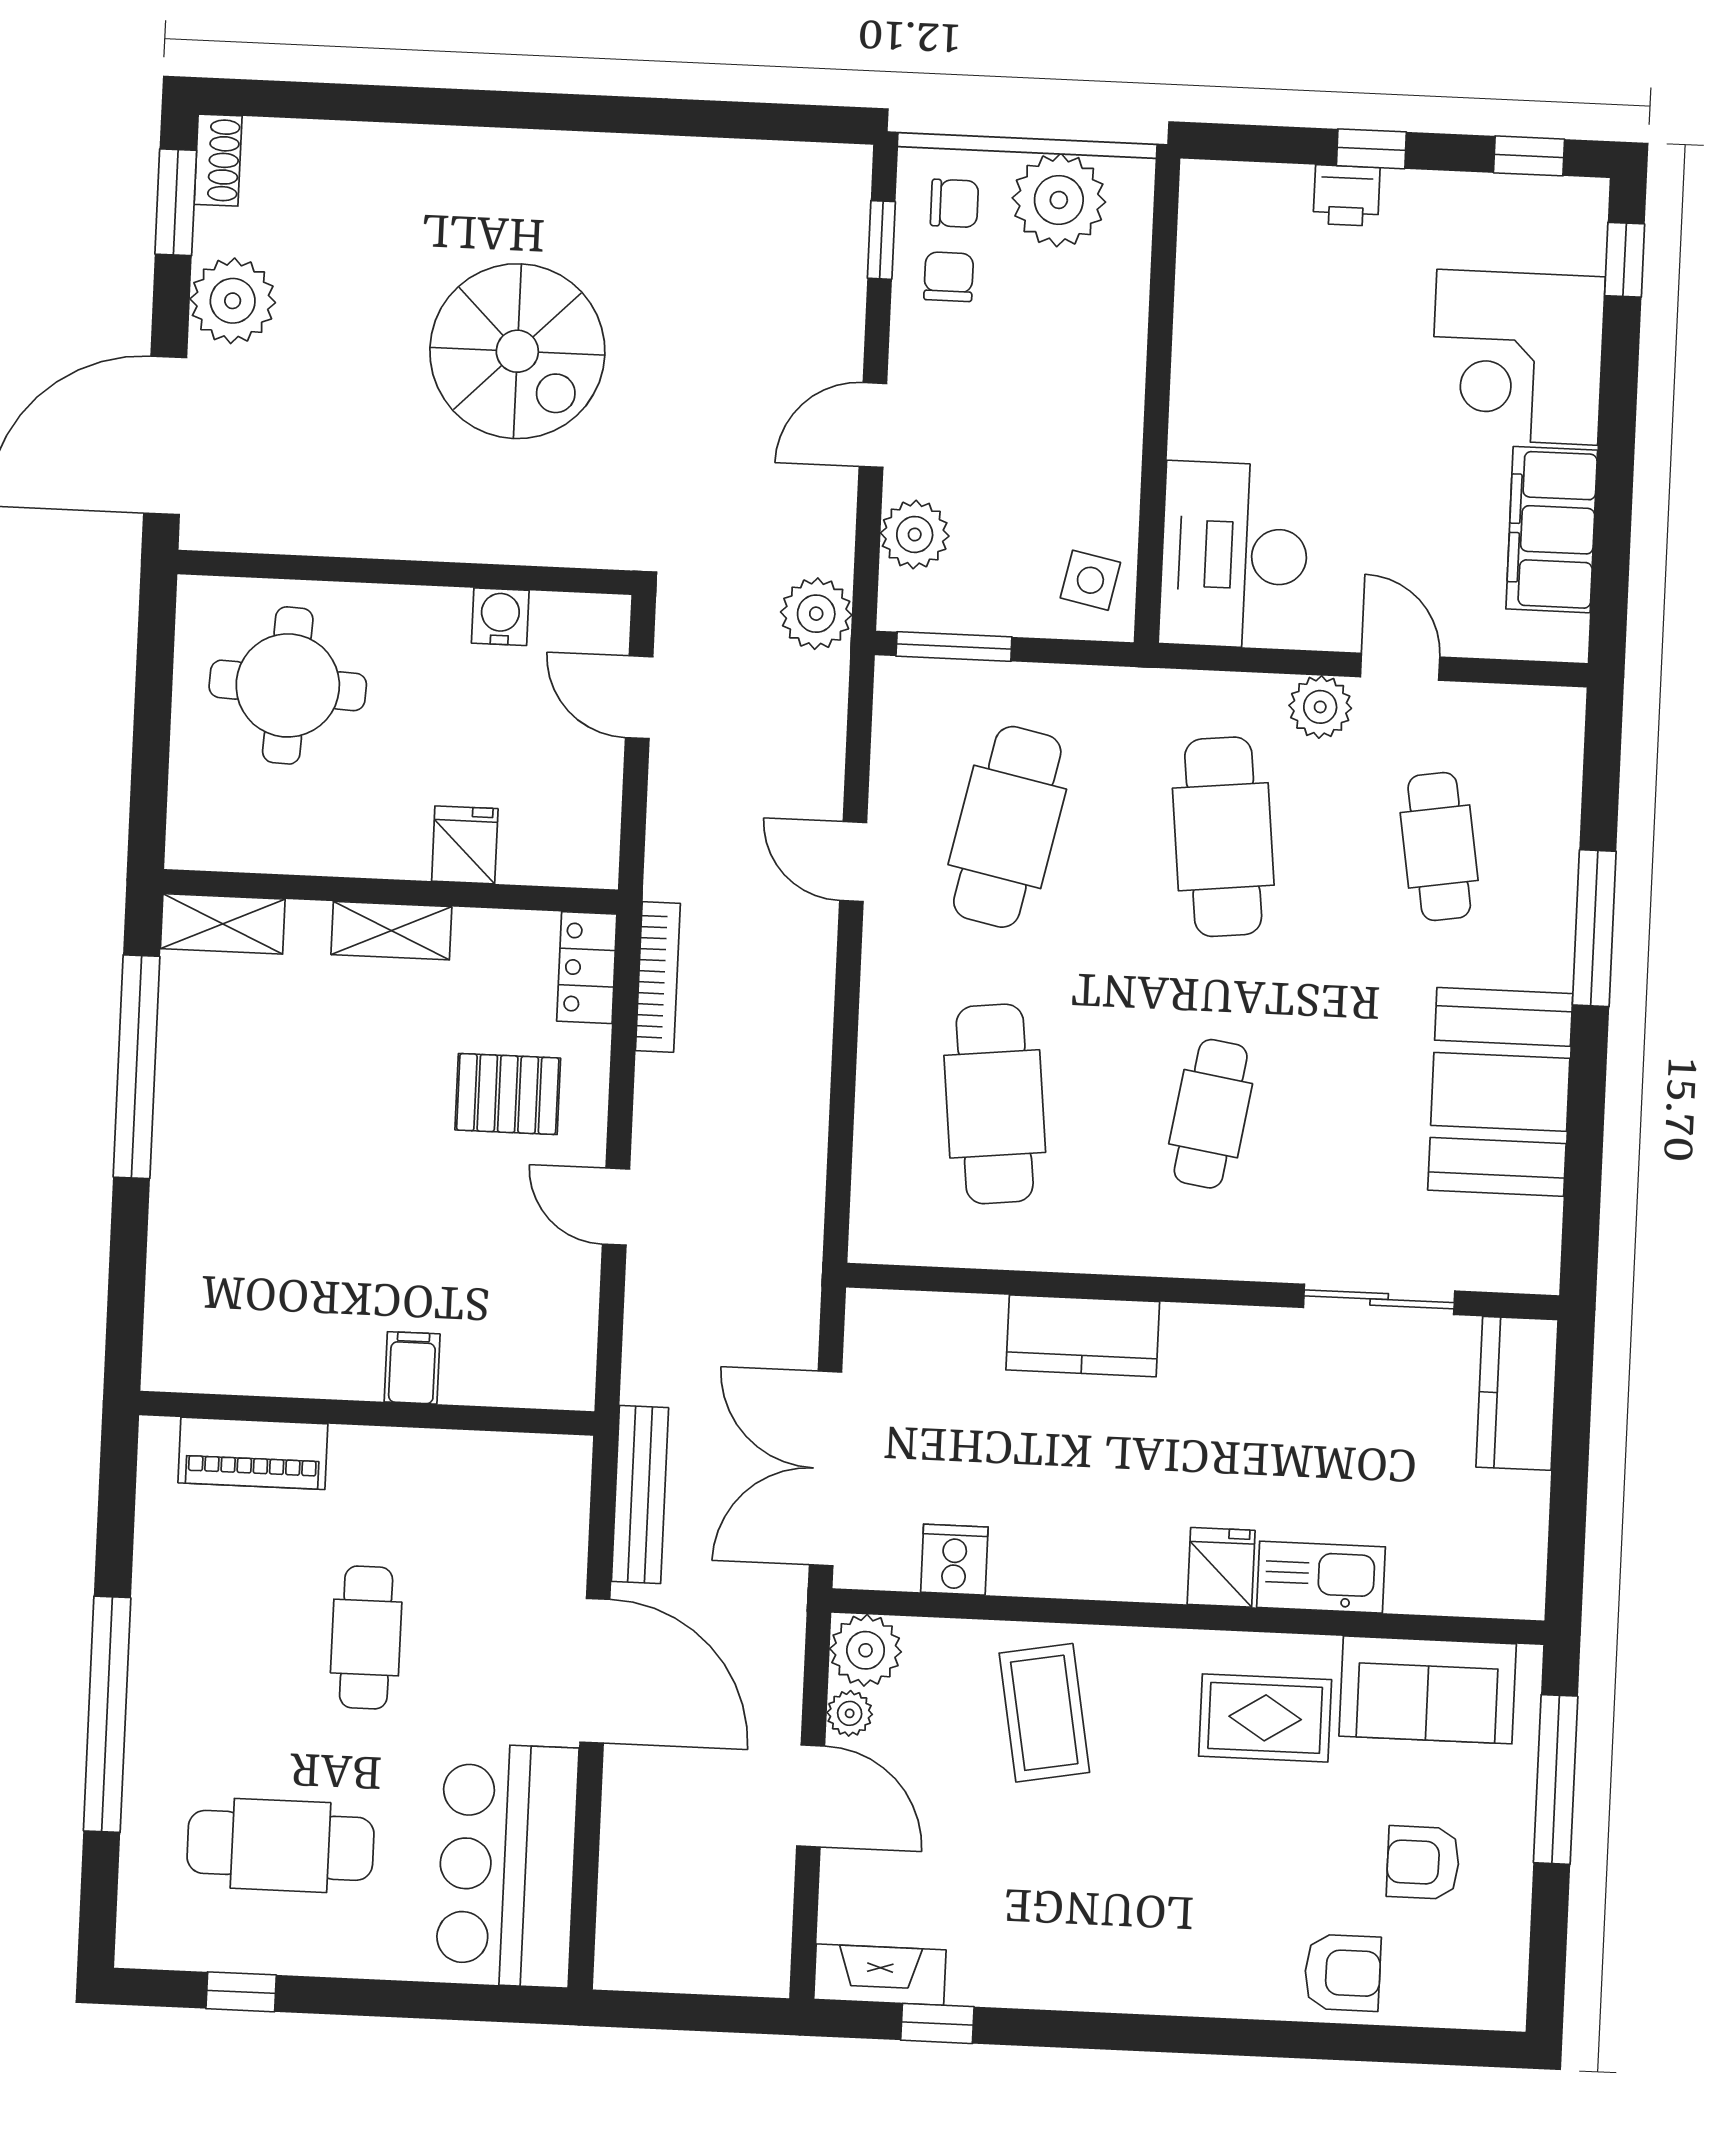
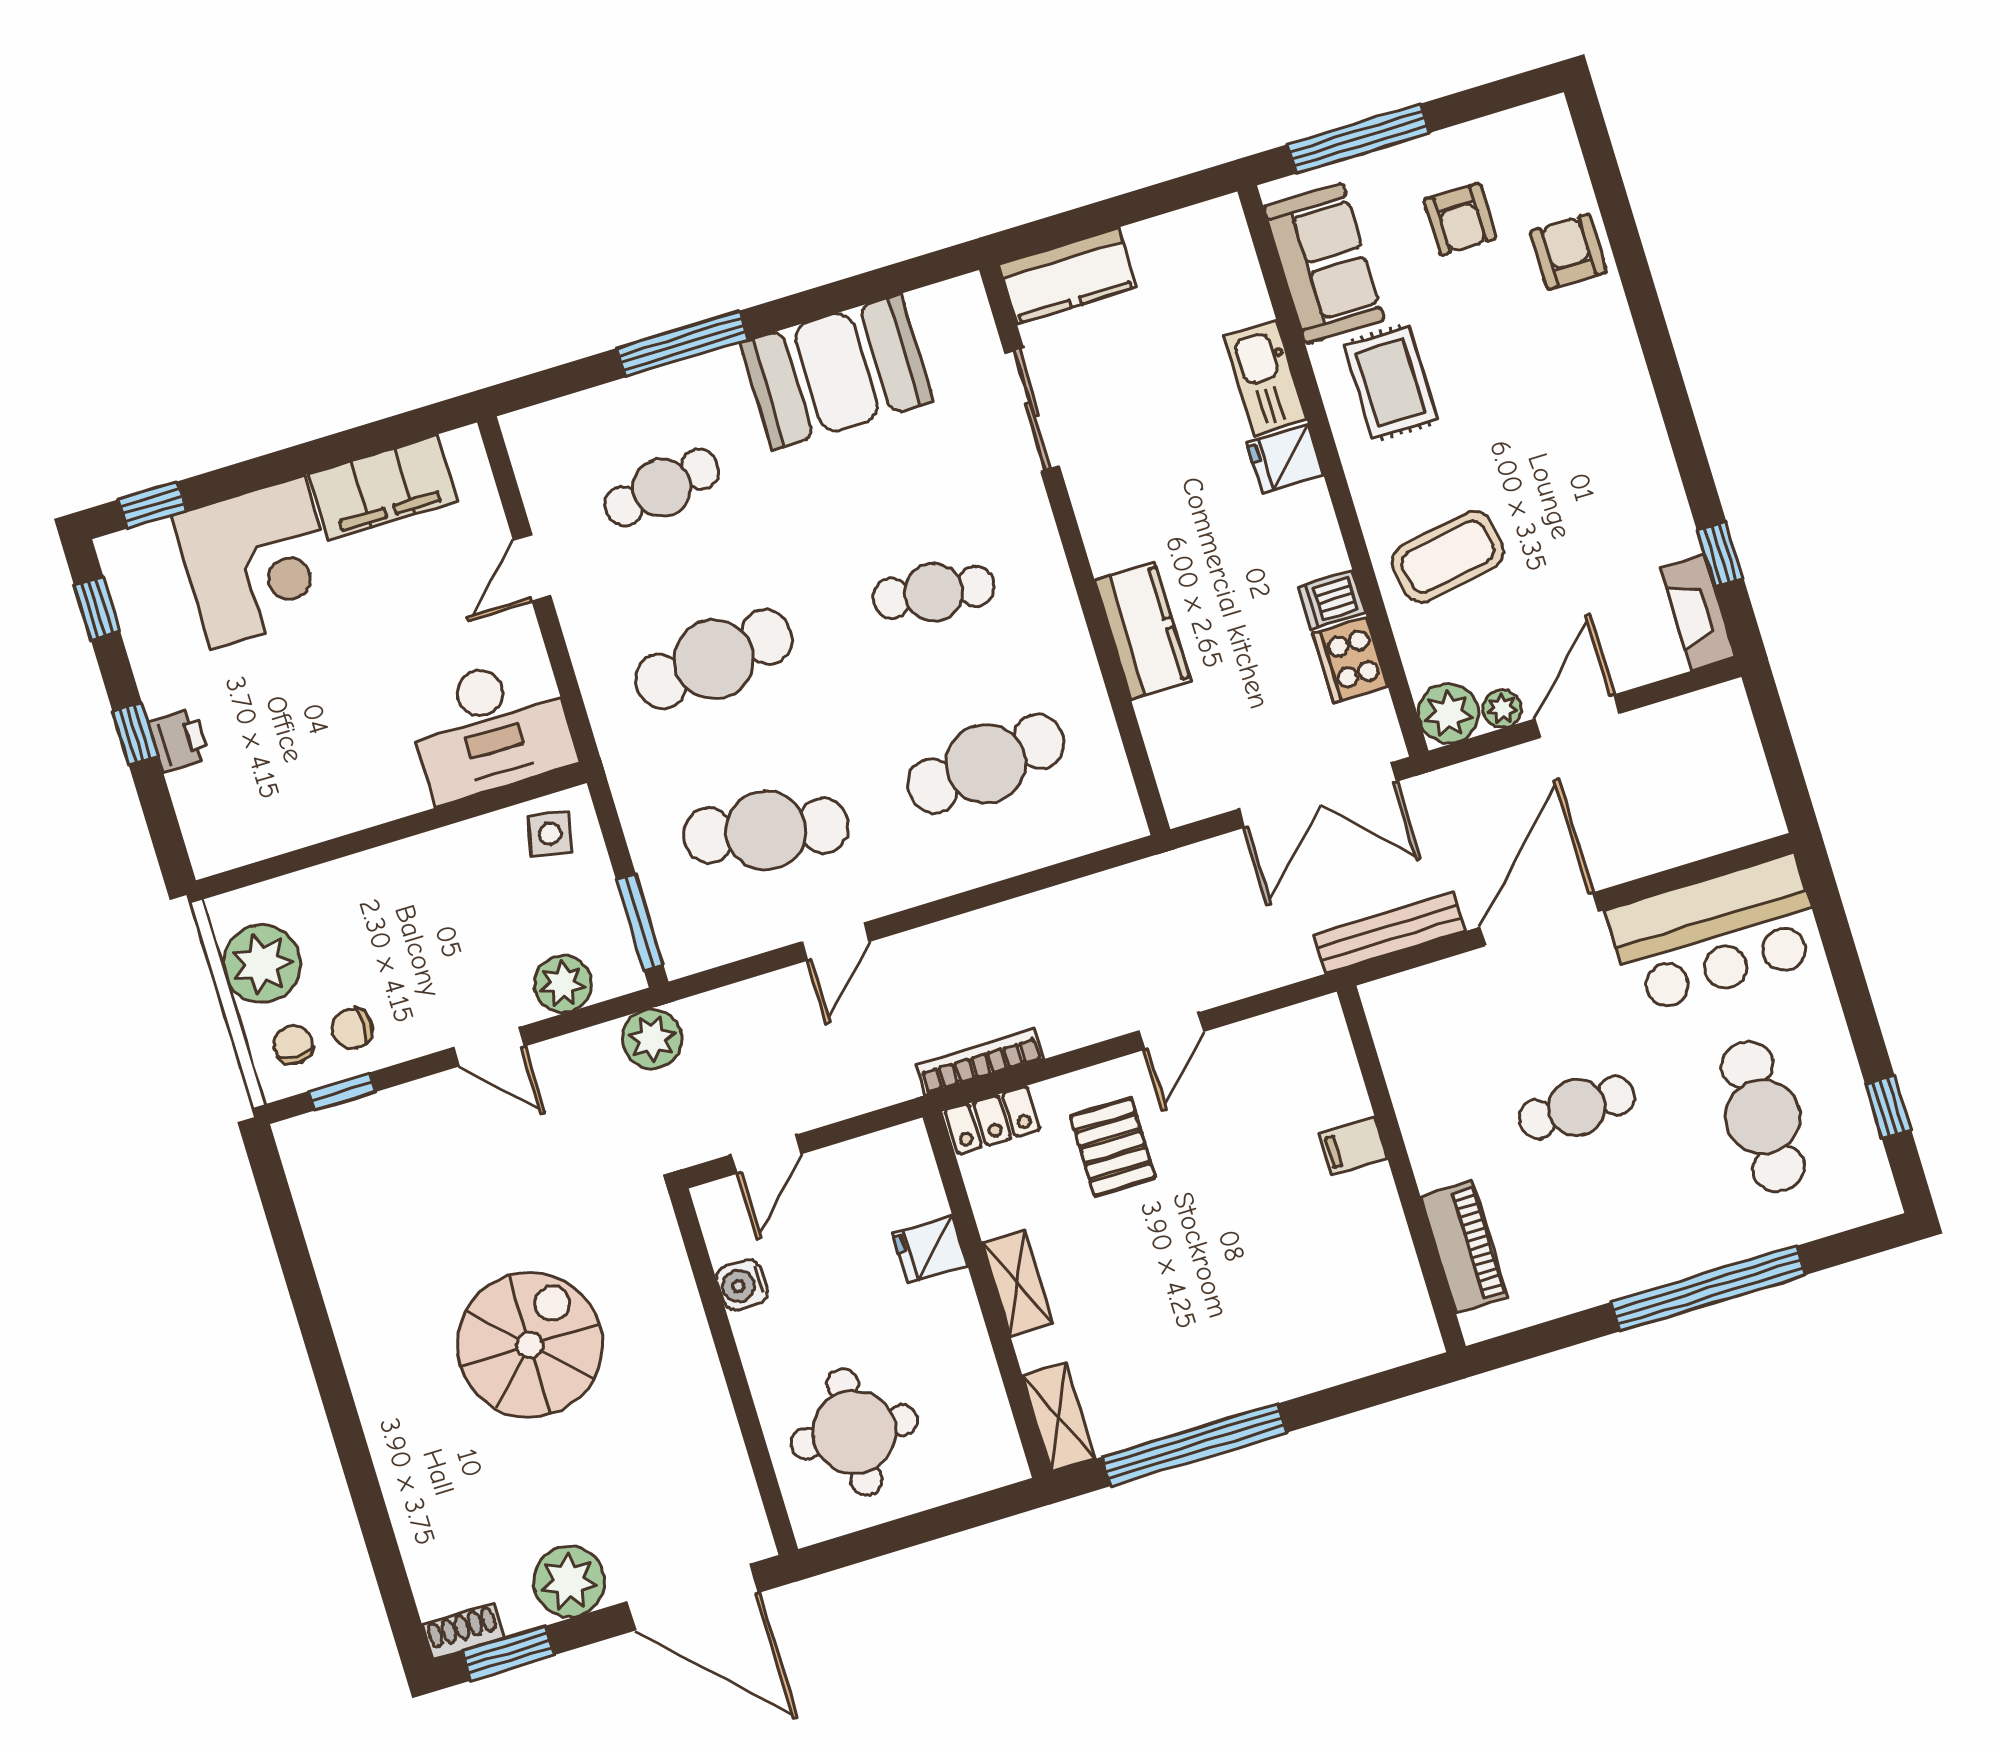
plant: (1320, 707) -> (586, 619), removed
cooker: (954, 1560) -> (1350, 660), width x1.36
dishwasher: (1042, 1563) -> (1331, 600), added

